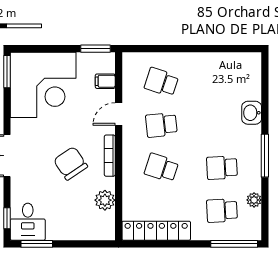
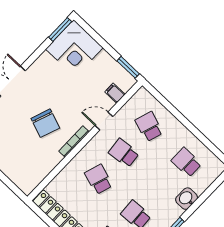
school desk: (222, 82) -> (186, 162), added
corner desk: (43, 85) -> (74, 48), width x0.74, depth x0.74
chair: (71, 163) -> (45, 123), turned 144
plant: (105, 200) -> (45, 166), removed

